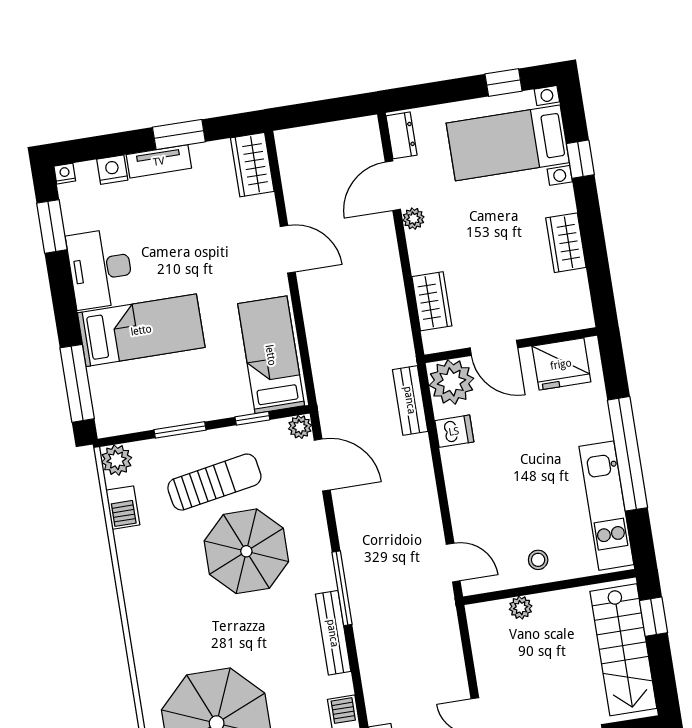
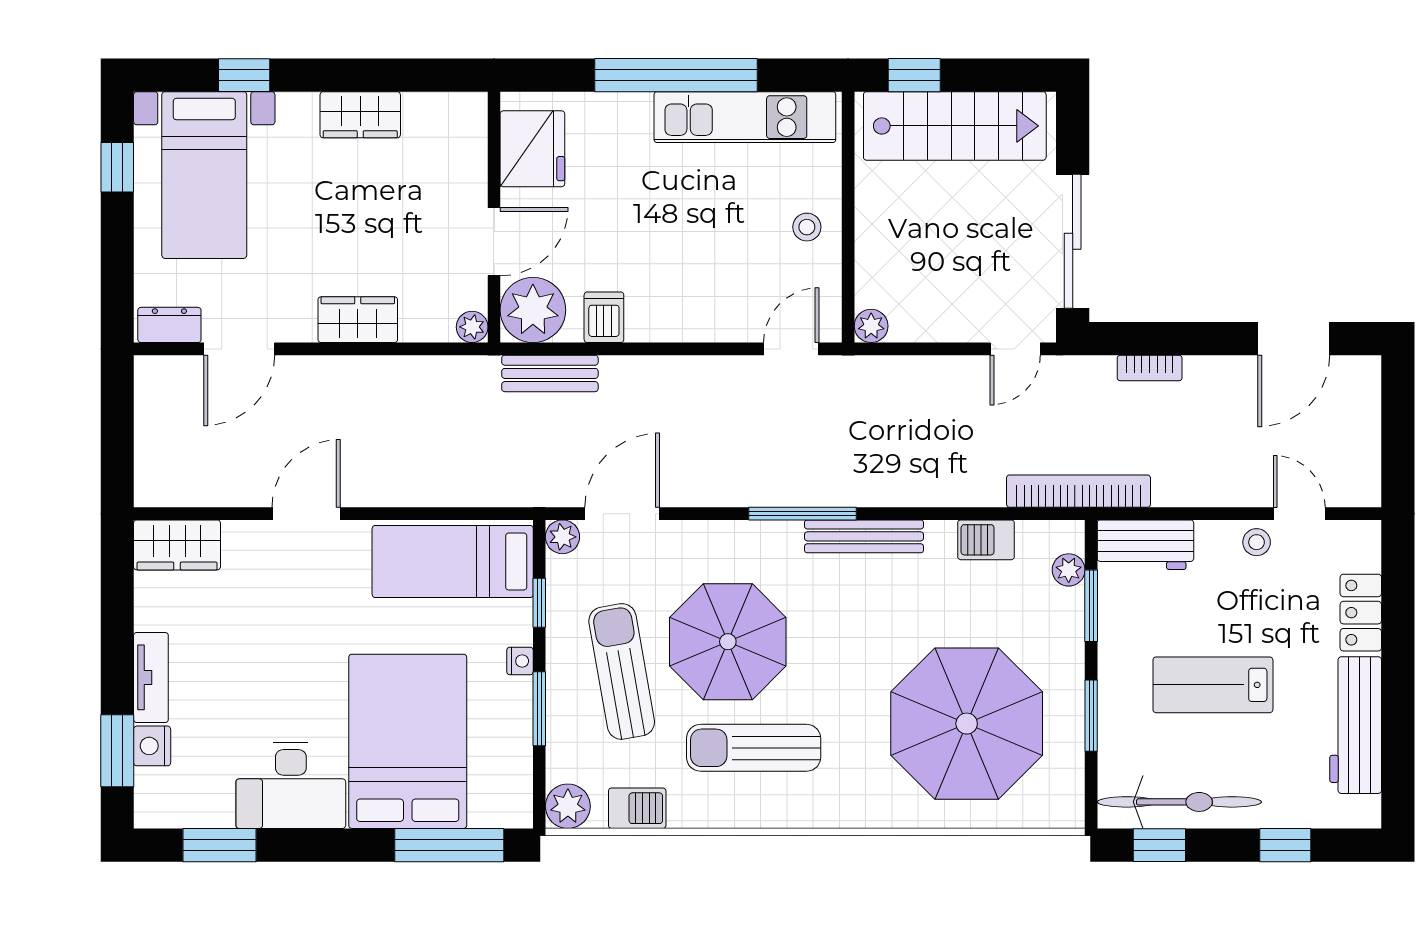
window: (179, 135) -> (117, 751), moved
nightstand: (65, 174) -> (520, 661), moved, turned 180
door: (393, 186) -> (239, 349), hinge flipped
plant: (413, 219) -> (472, 327), moved
wardrobe: (432, 301) -> (358, 320), moved
bed: (141, 330) -> (408, 741), width x1.50
sun lounger: (177, 580) -> (754, 748), added
plant: (521, 608) -> (871, 326), moved

